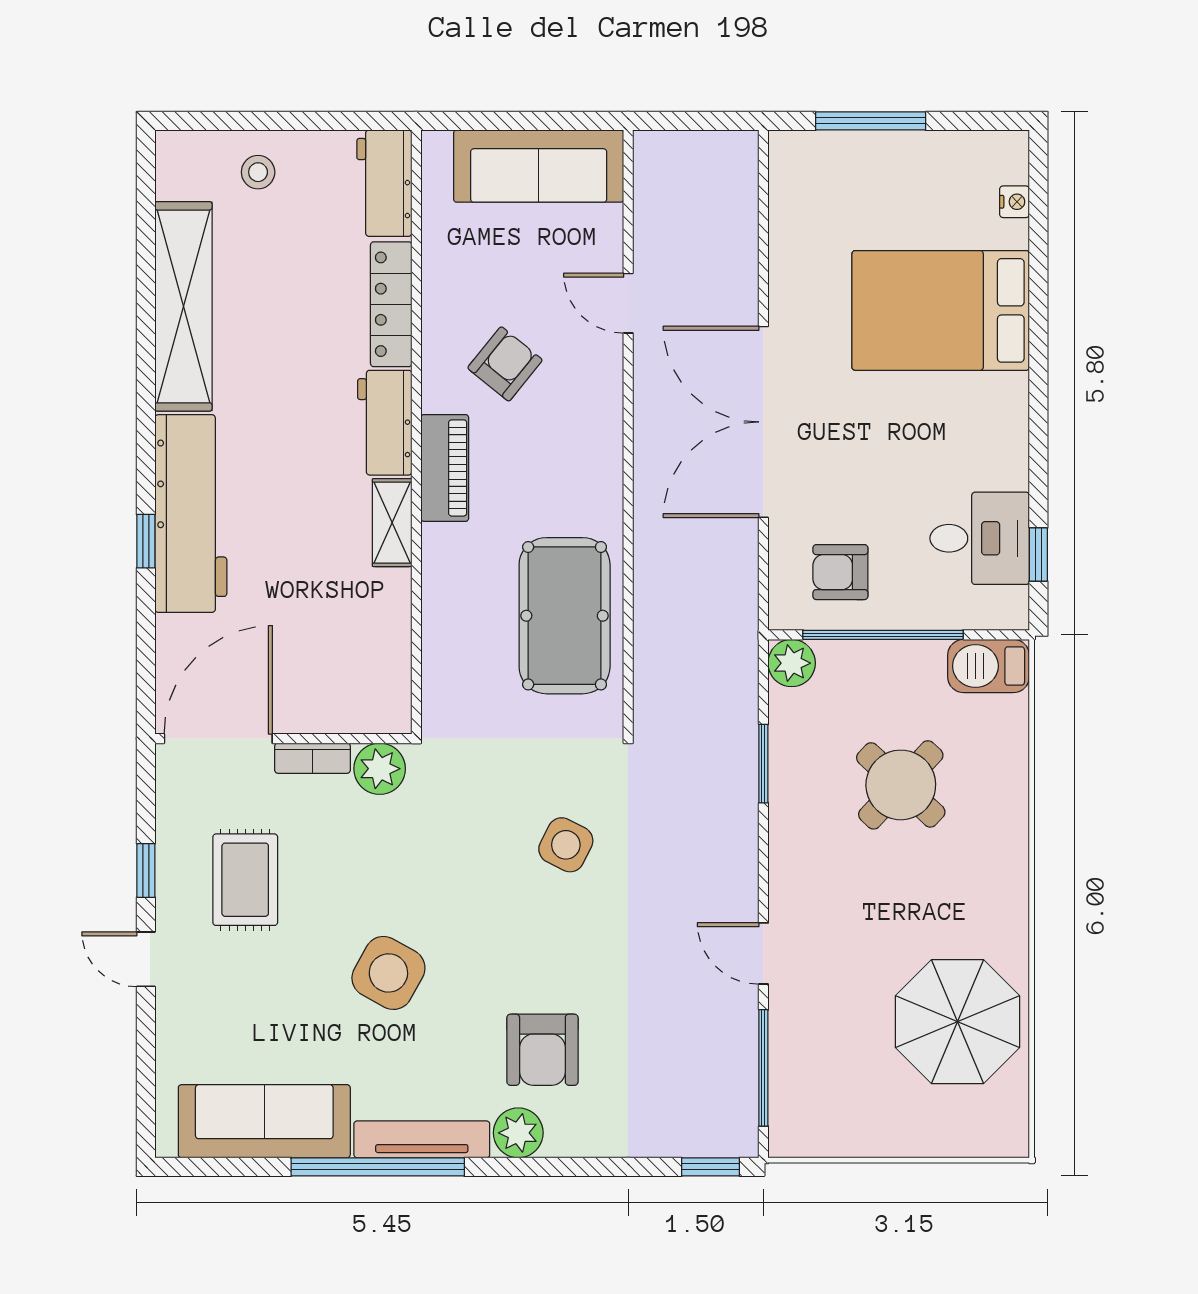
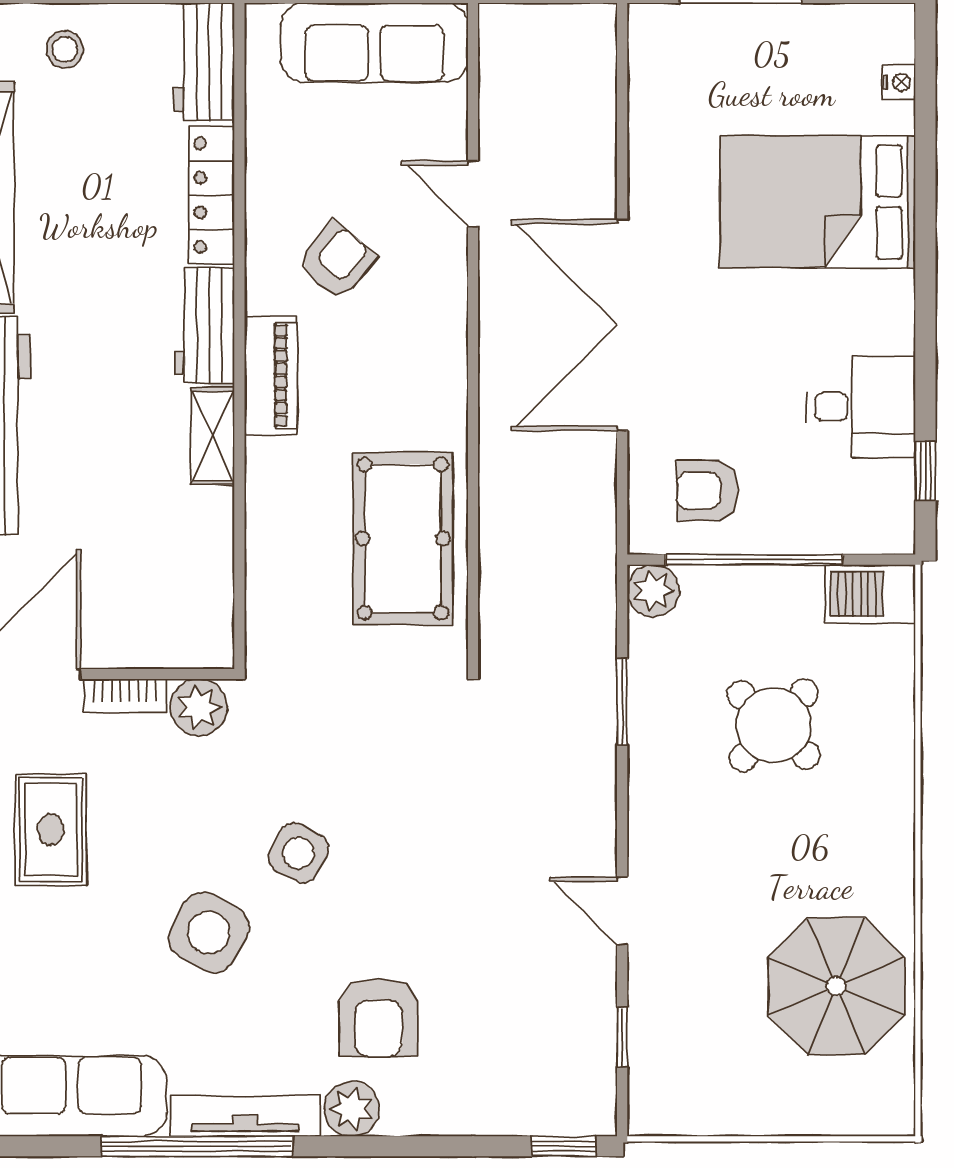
desk: (980, 538) -> (861, 407), moved
side table: (566, 845) -> (298, 853), moved
window: (763, 1068) -> (622, 1037), width x0.46

